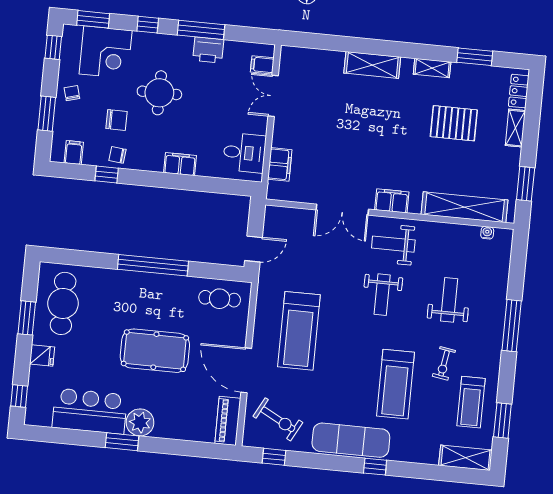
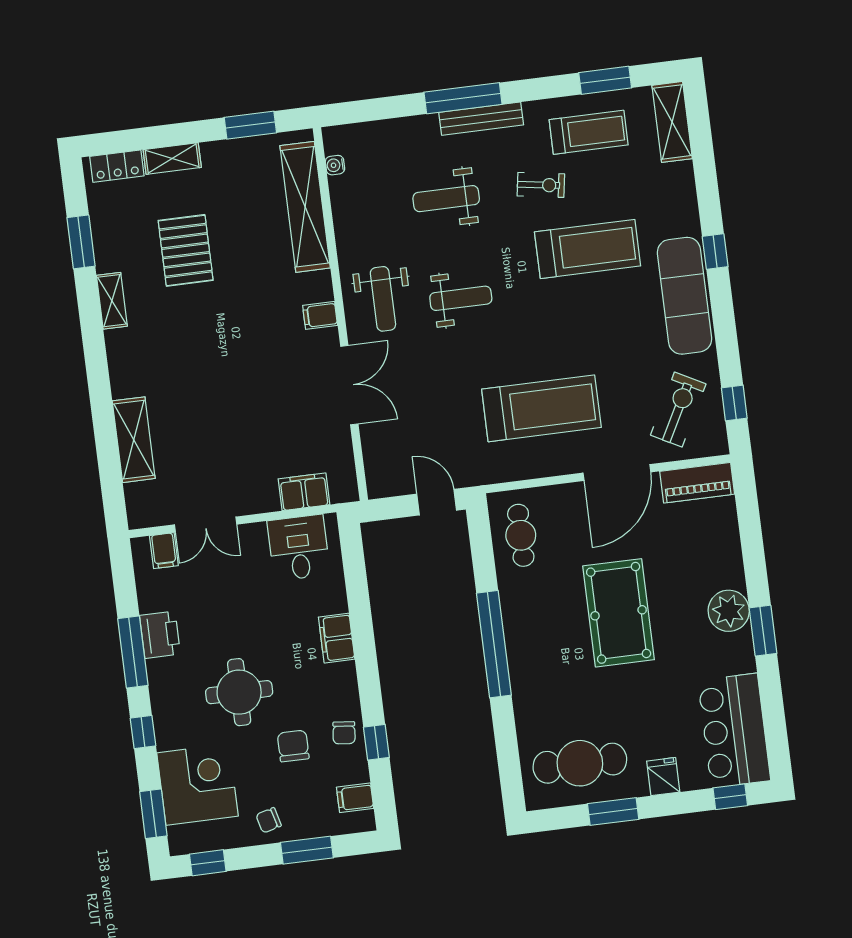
shelving: (372, 65) -> (134, 440), moved
filing cabinet: (392, 201) -> (320, 315), width x0.50
bench: (496, 334) -> (481, 119), added
bar counter: (90, 411) -> (734, 731), moved

